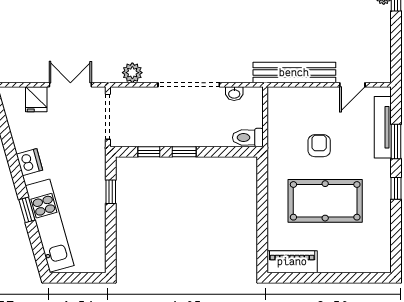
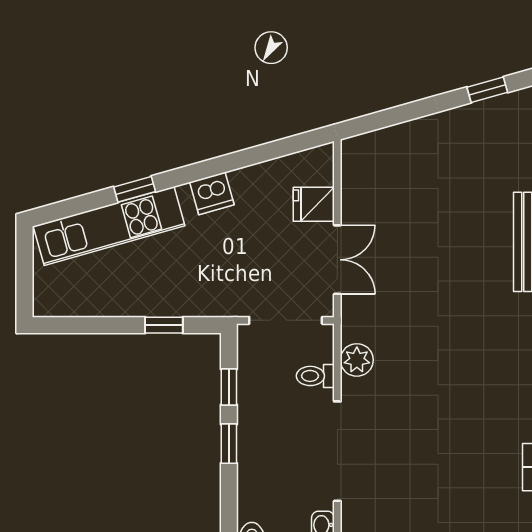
toilet: (142, 98) -> (315, 376), added

